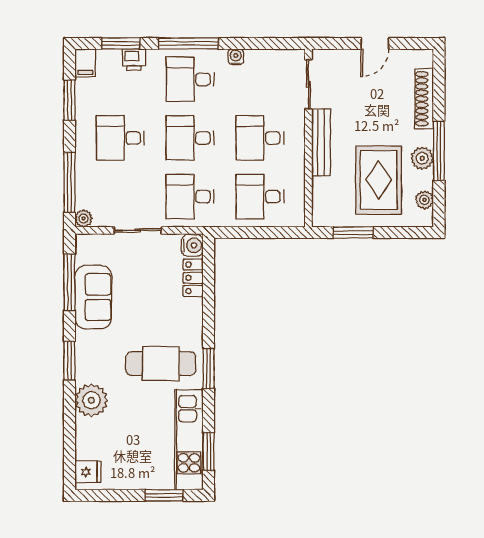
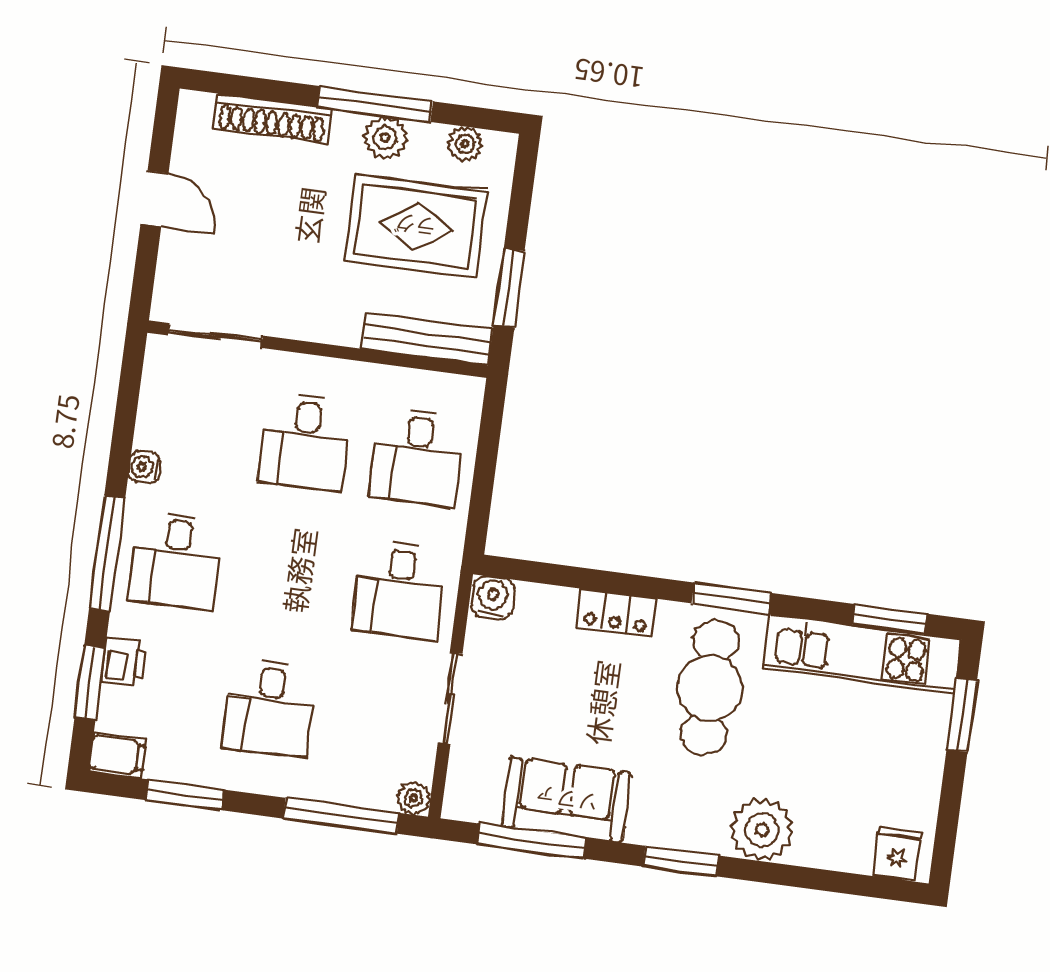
desk: (190, 138) -> (288, 575), removed
bench: (321, 143) -> (427, 339), moved
locker: (193, 278) -> (616, 613), moved

